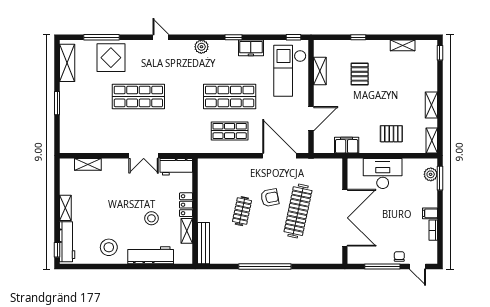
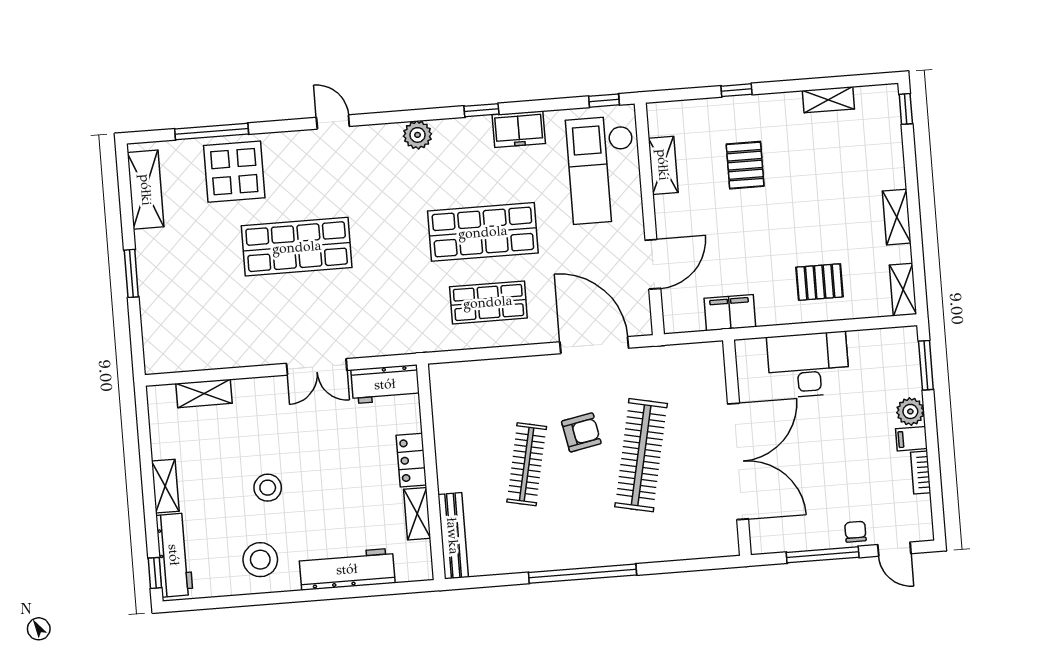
plant: (431, 174) -> (910, 411), moved
clothes rail: (242, 211) -> (527, 464), width x1.36
stool: (151, 218) -> (268, 488), moved

